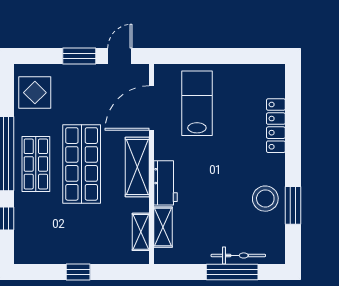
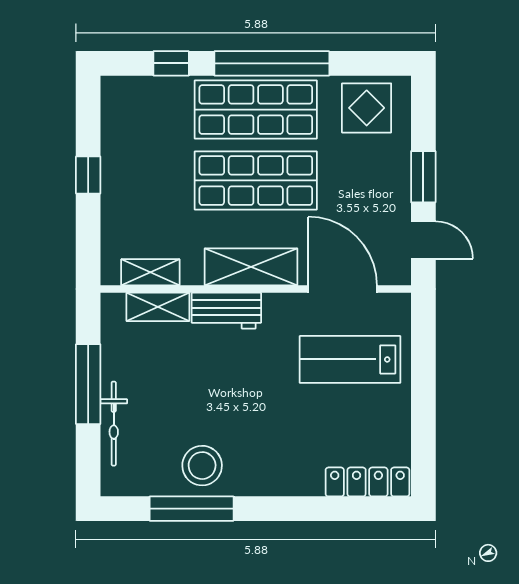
lab bench: (197, 103) -> (350, 359), turned 180
locker: (276, 126) -> (367, 482), moved
shop shelf: (36, 164) -> (256, 110), width x1.43, depth x1.36
window: (293, 205) -> (192, 509), width x1.44
window: (232, 272) -> (88, 384), moved

